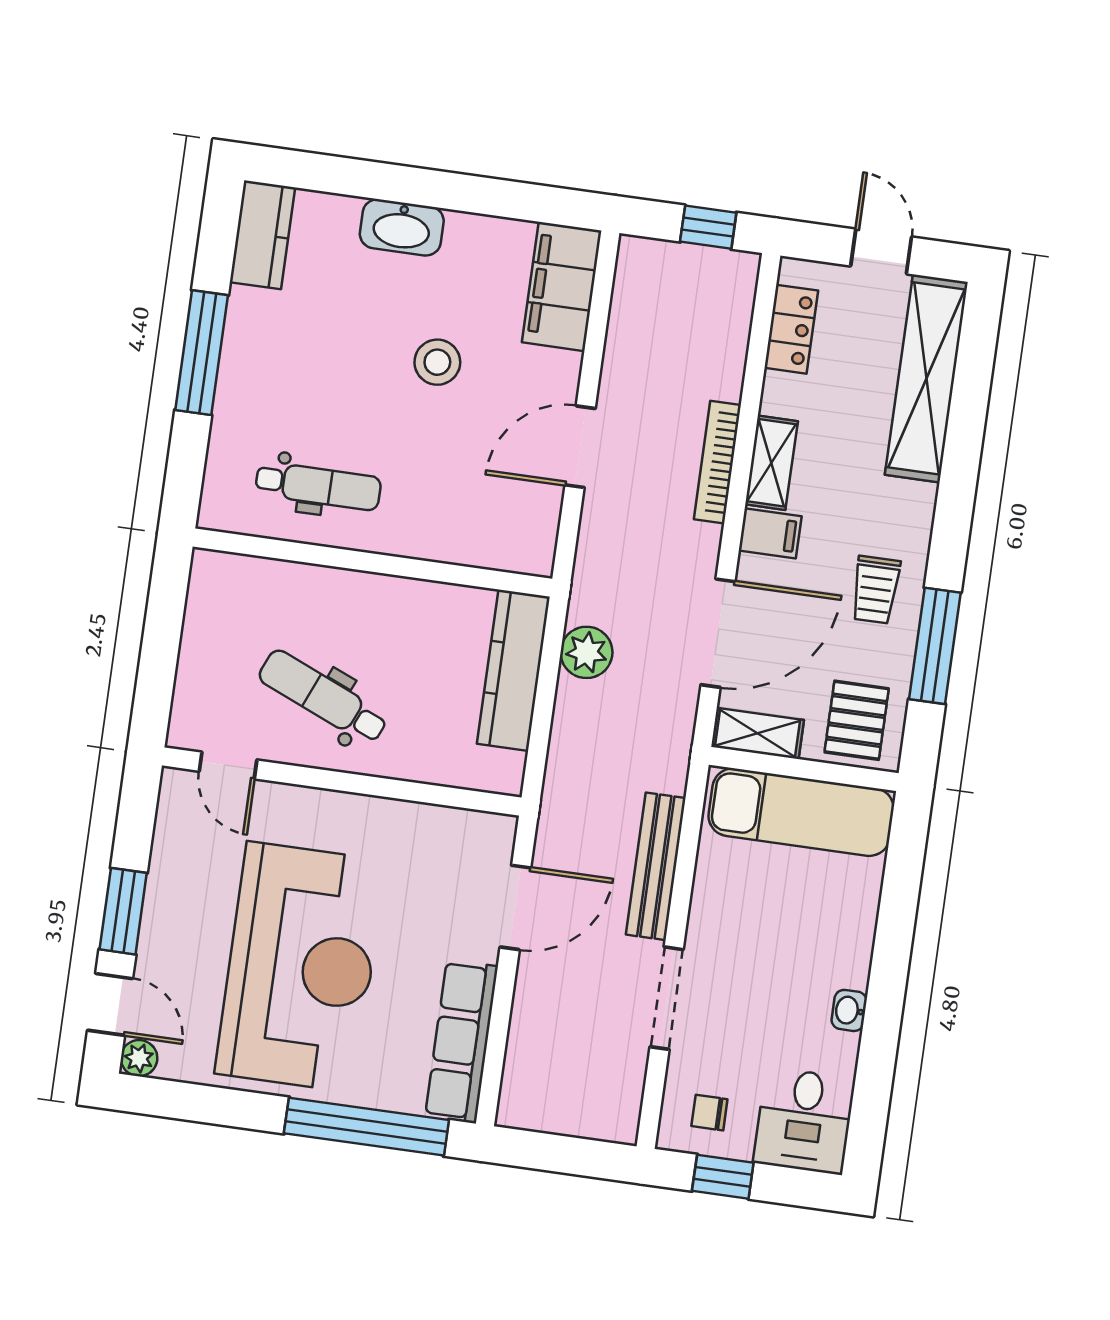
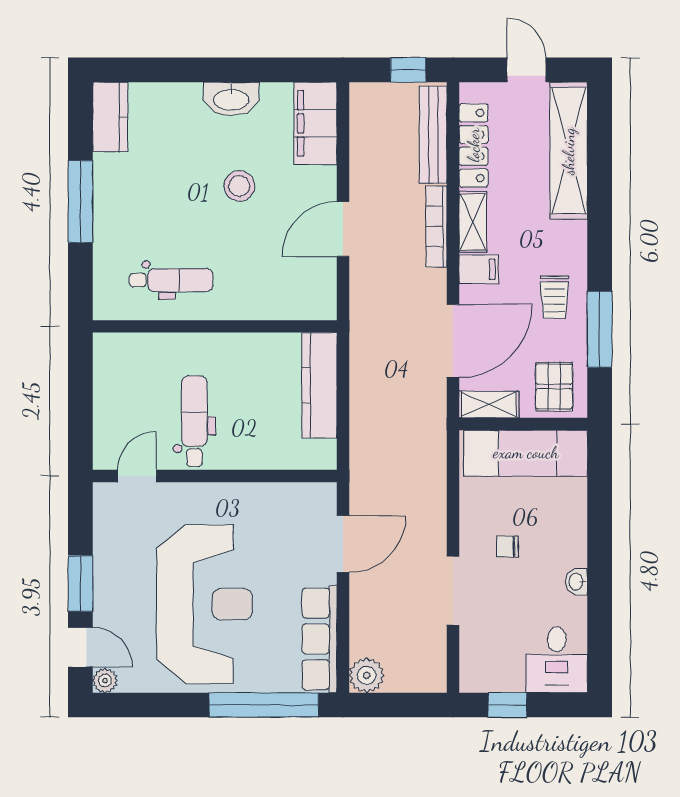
washbasin: (402, 227) -> (231, 99), moved
locker: (791, 329) -> (474, 145), width x1.53
plant: (586, 652) -> (367, 675), moved
dental chair: (323, 697) -> (194, 421), turned 67
door: (228, 766) -> (137, 476), swing flipped
bench: (656, 866) -> (433, 135), moved
chair: (709, 1113) -> (508, 547), moved

